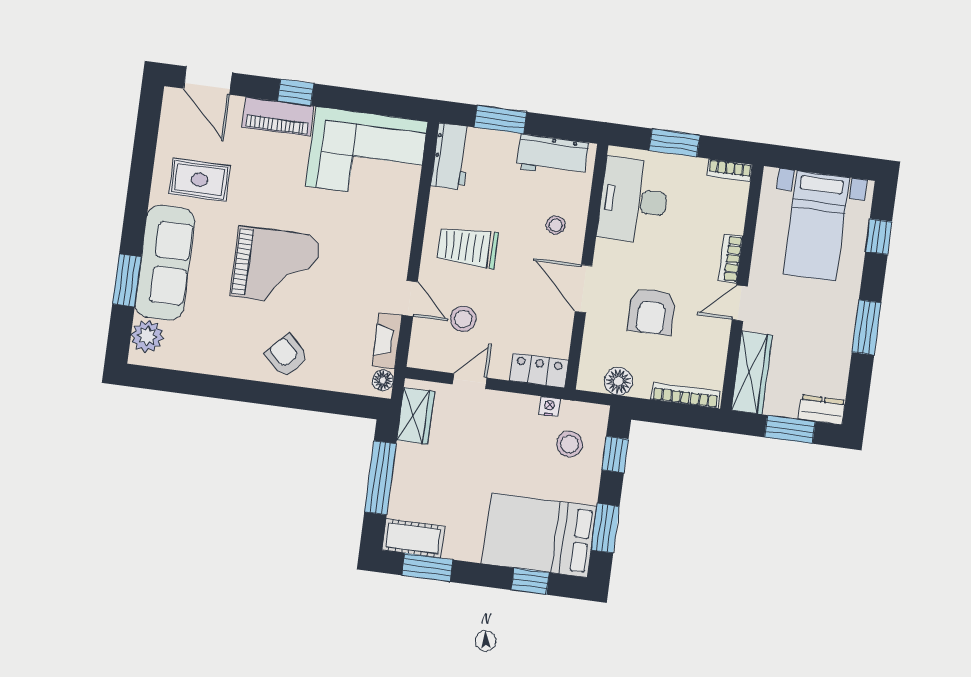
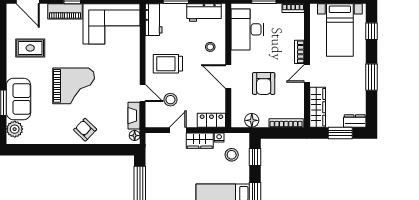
sofa: (165, 263) -> (18, 99), width x0.73
wardrobe: (416, 416) -> (200, 141), moved, turned 90

